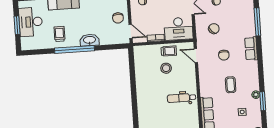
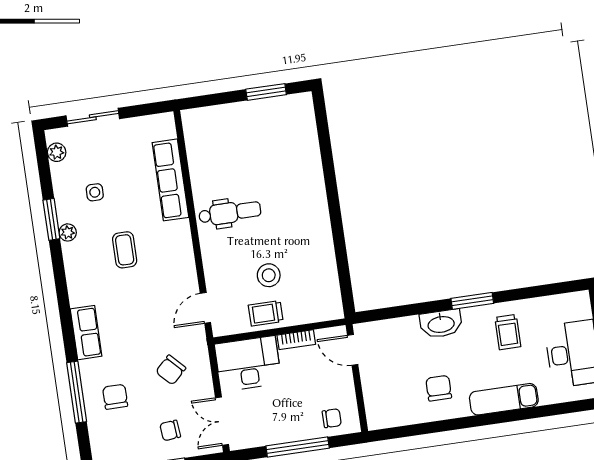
chair: (118, 18) -> (439, 388), moved
window: (74, 49) -> (472, 301), width x0.47
chair: (224, 55) -> (115, 397), moved
door: (196, 56) -> (205, 308), swing flipped

